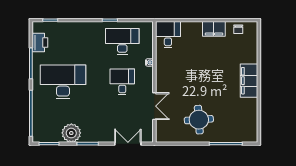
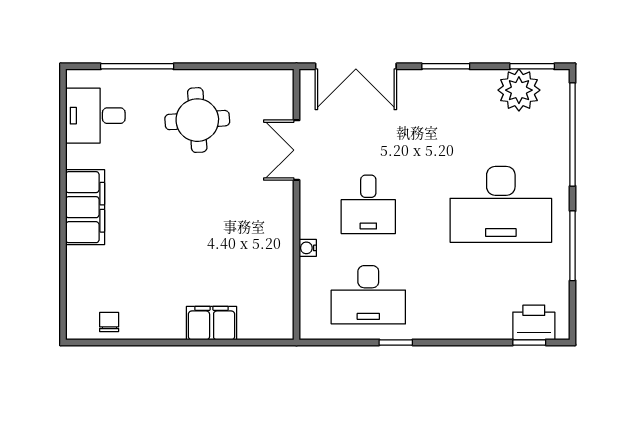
filing cabinet: (214, 29) -> (212, 323), moved
desk: (168, 35) -> (95, 116), moved, turned 90
printer: (40, 43) -> (534, 322), moved, turned 90
plant: (71, 133) -> (519, 90), moved
double door: (128, 144) -> (356, 66), width x1.37

